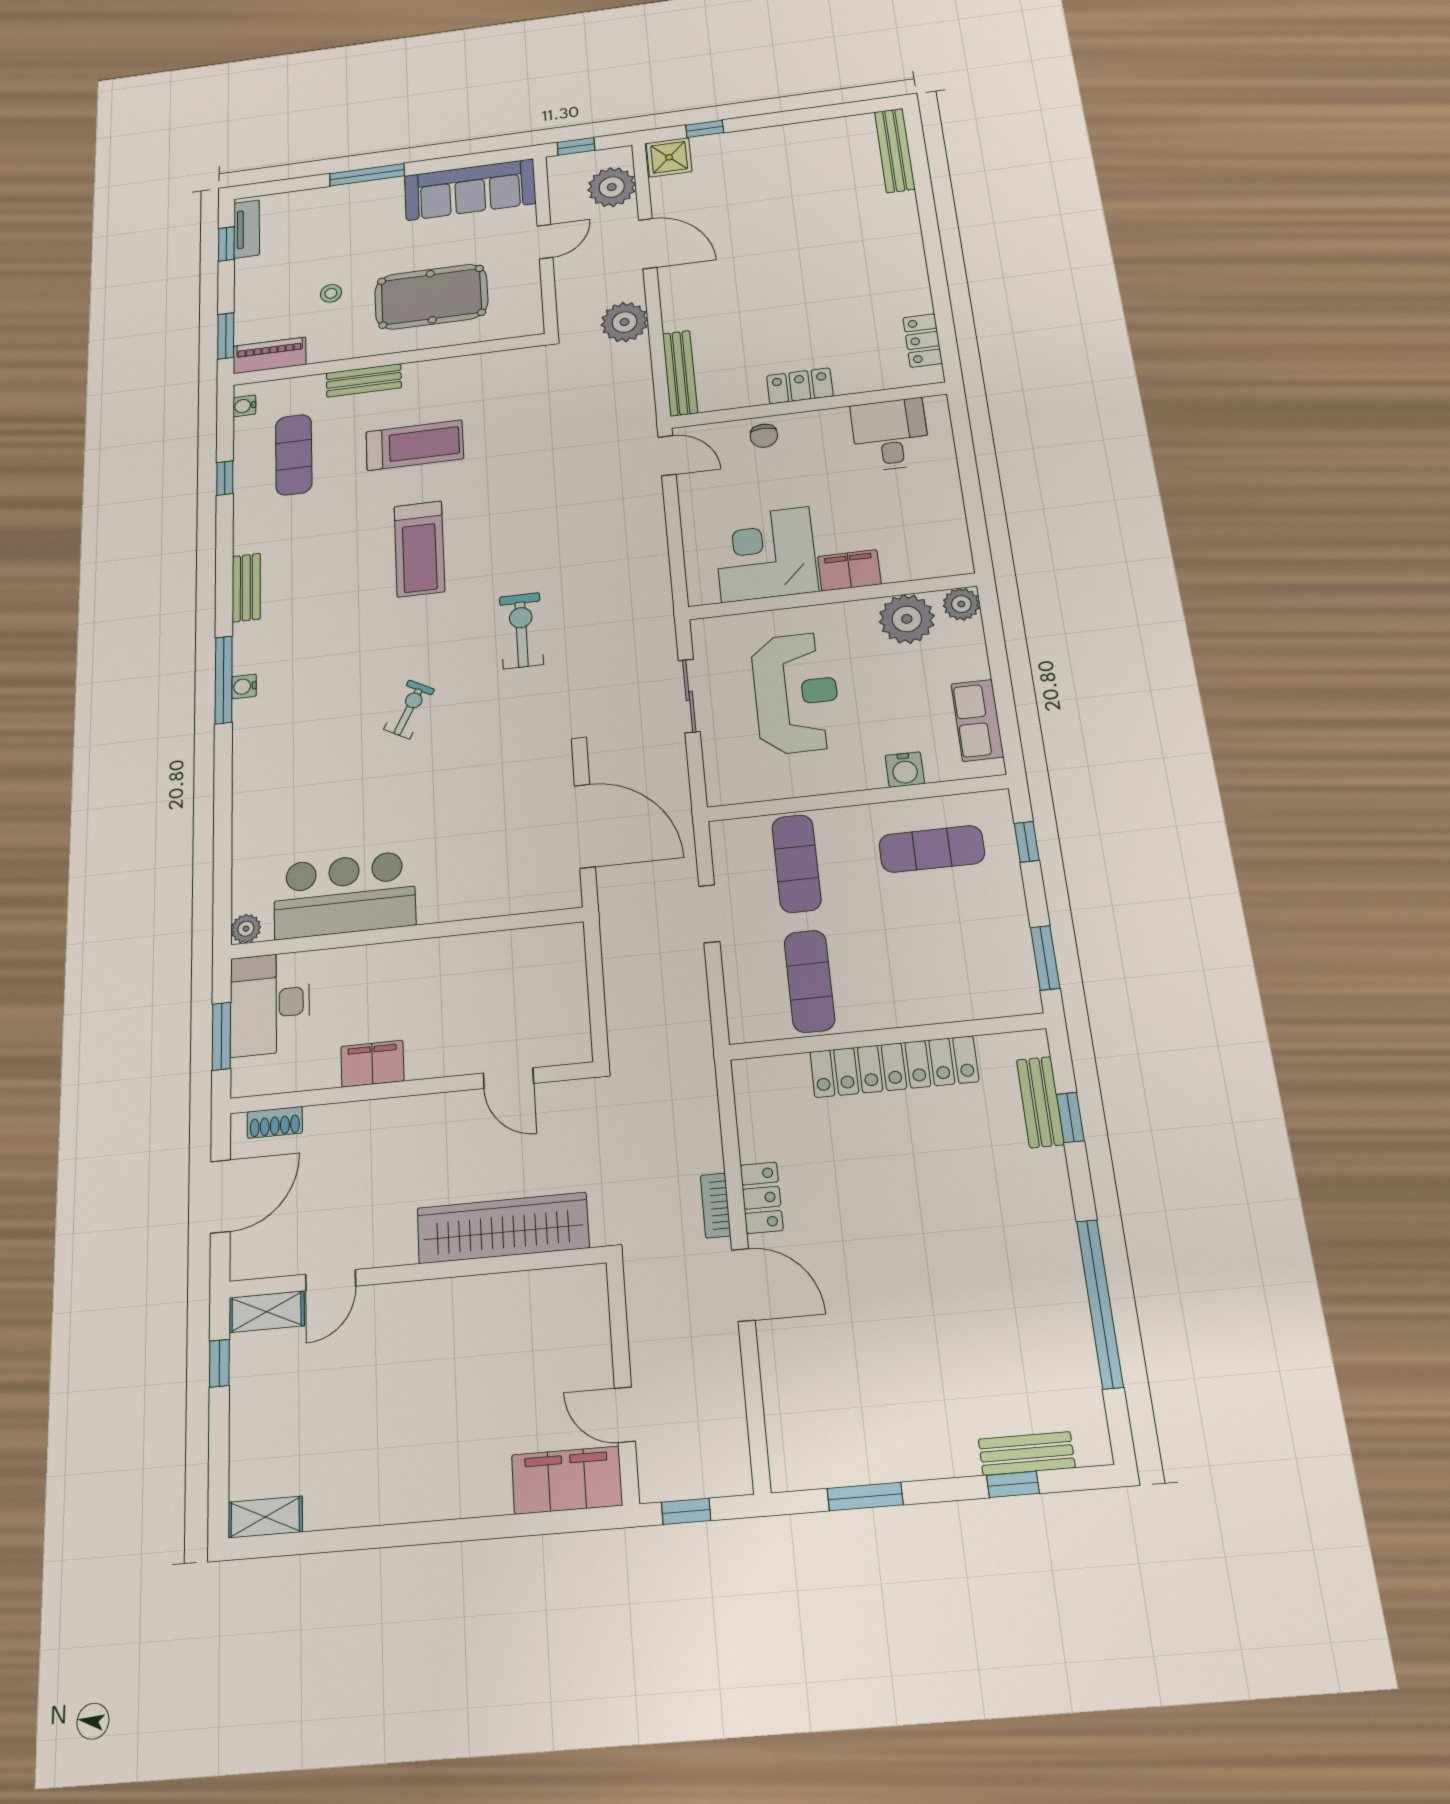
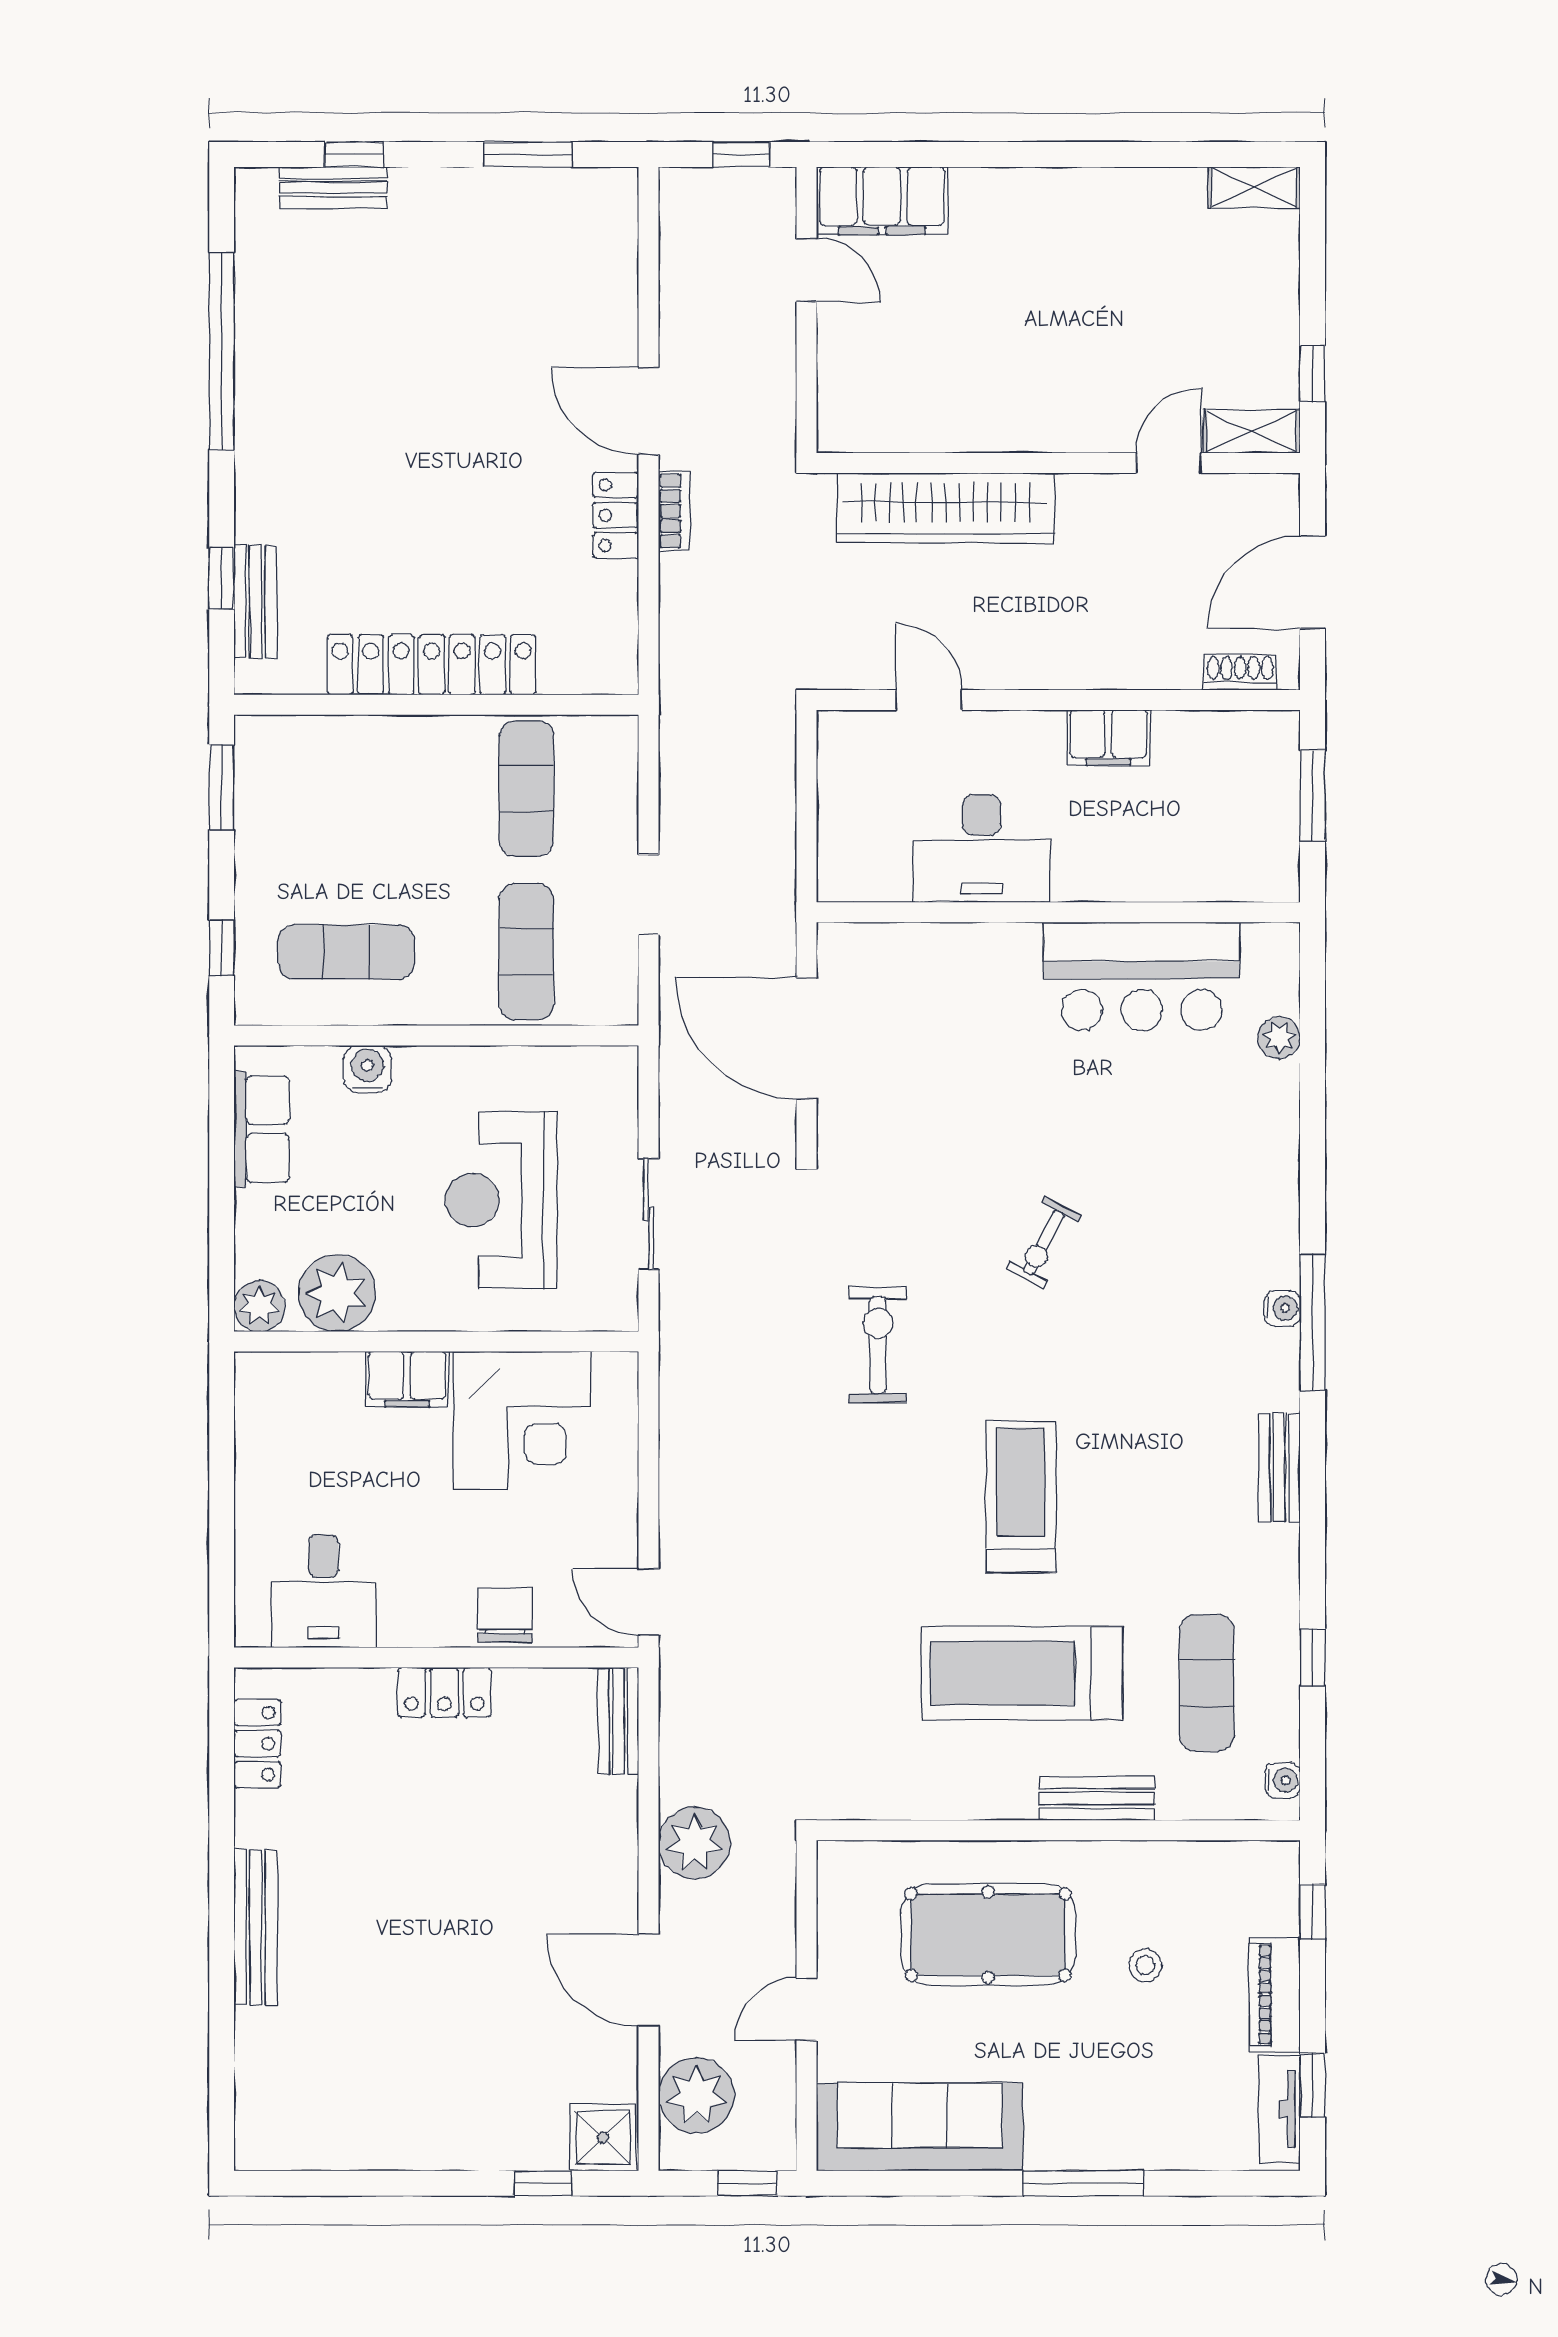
bench: (895, 150) -> (256, 1927), moved
window: (226, 336) -> (1312, 1912), width x0.67
piano: (270, 355) -> (1275, 1995), moved, turned 90
bench: (680, 373) -> (618, 1721), width x0.73
chair: (764, 436) -> (505, 1615), width x1.37, depth x1.37
treadmill: (415, 445) -> (1022, 1673), width x1.37, depth x1.38
exercise bike: (521, 631) -> (878, 1345), turned 180
plant: (246, 929) -> (1279, 1038), moved
desk: (270, 1004) -> (982, 848), moved, turned 90

